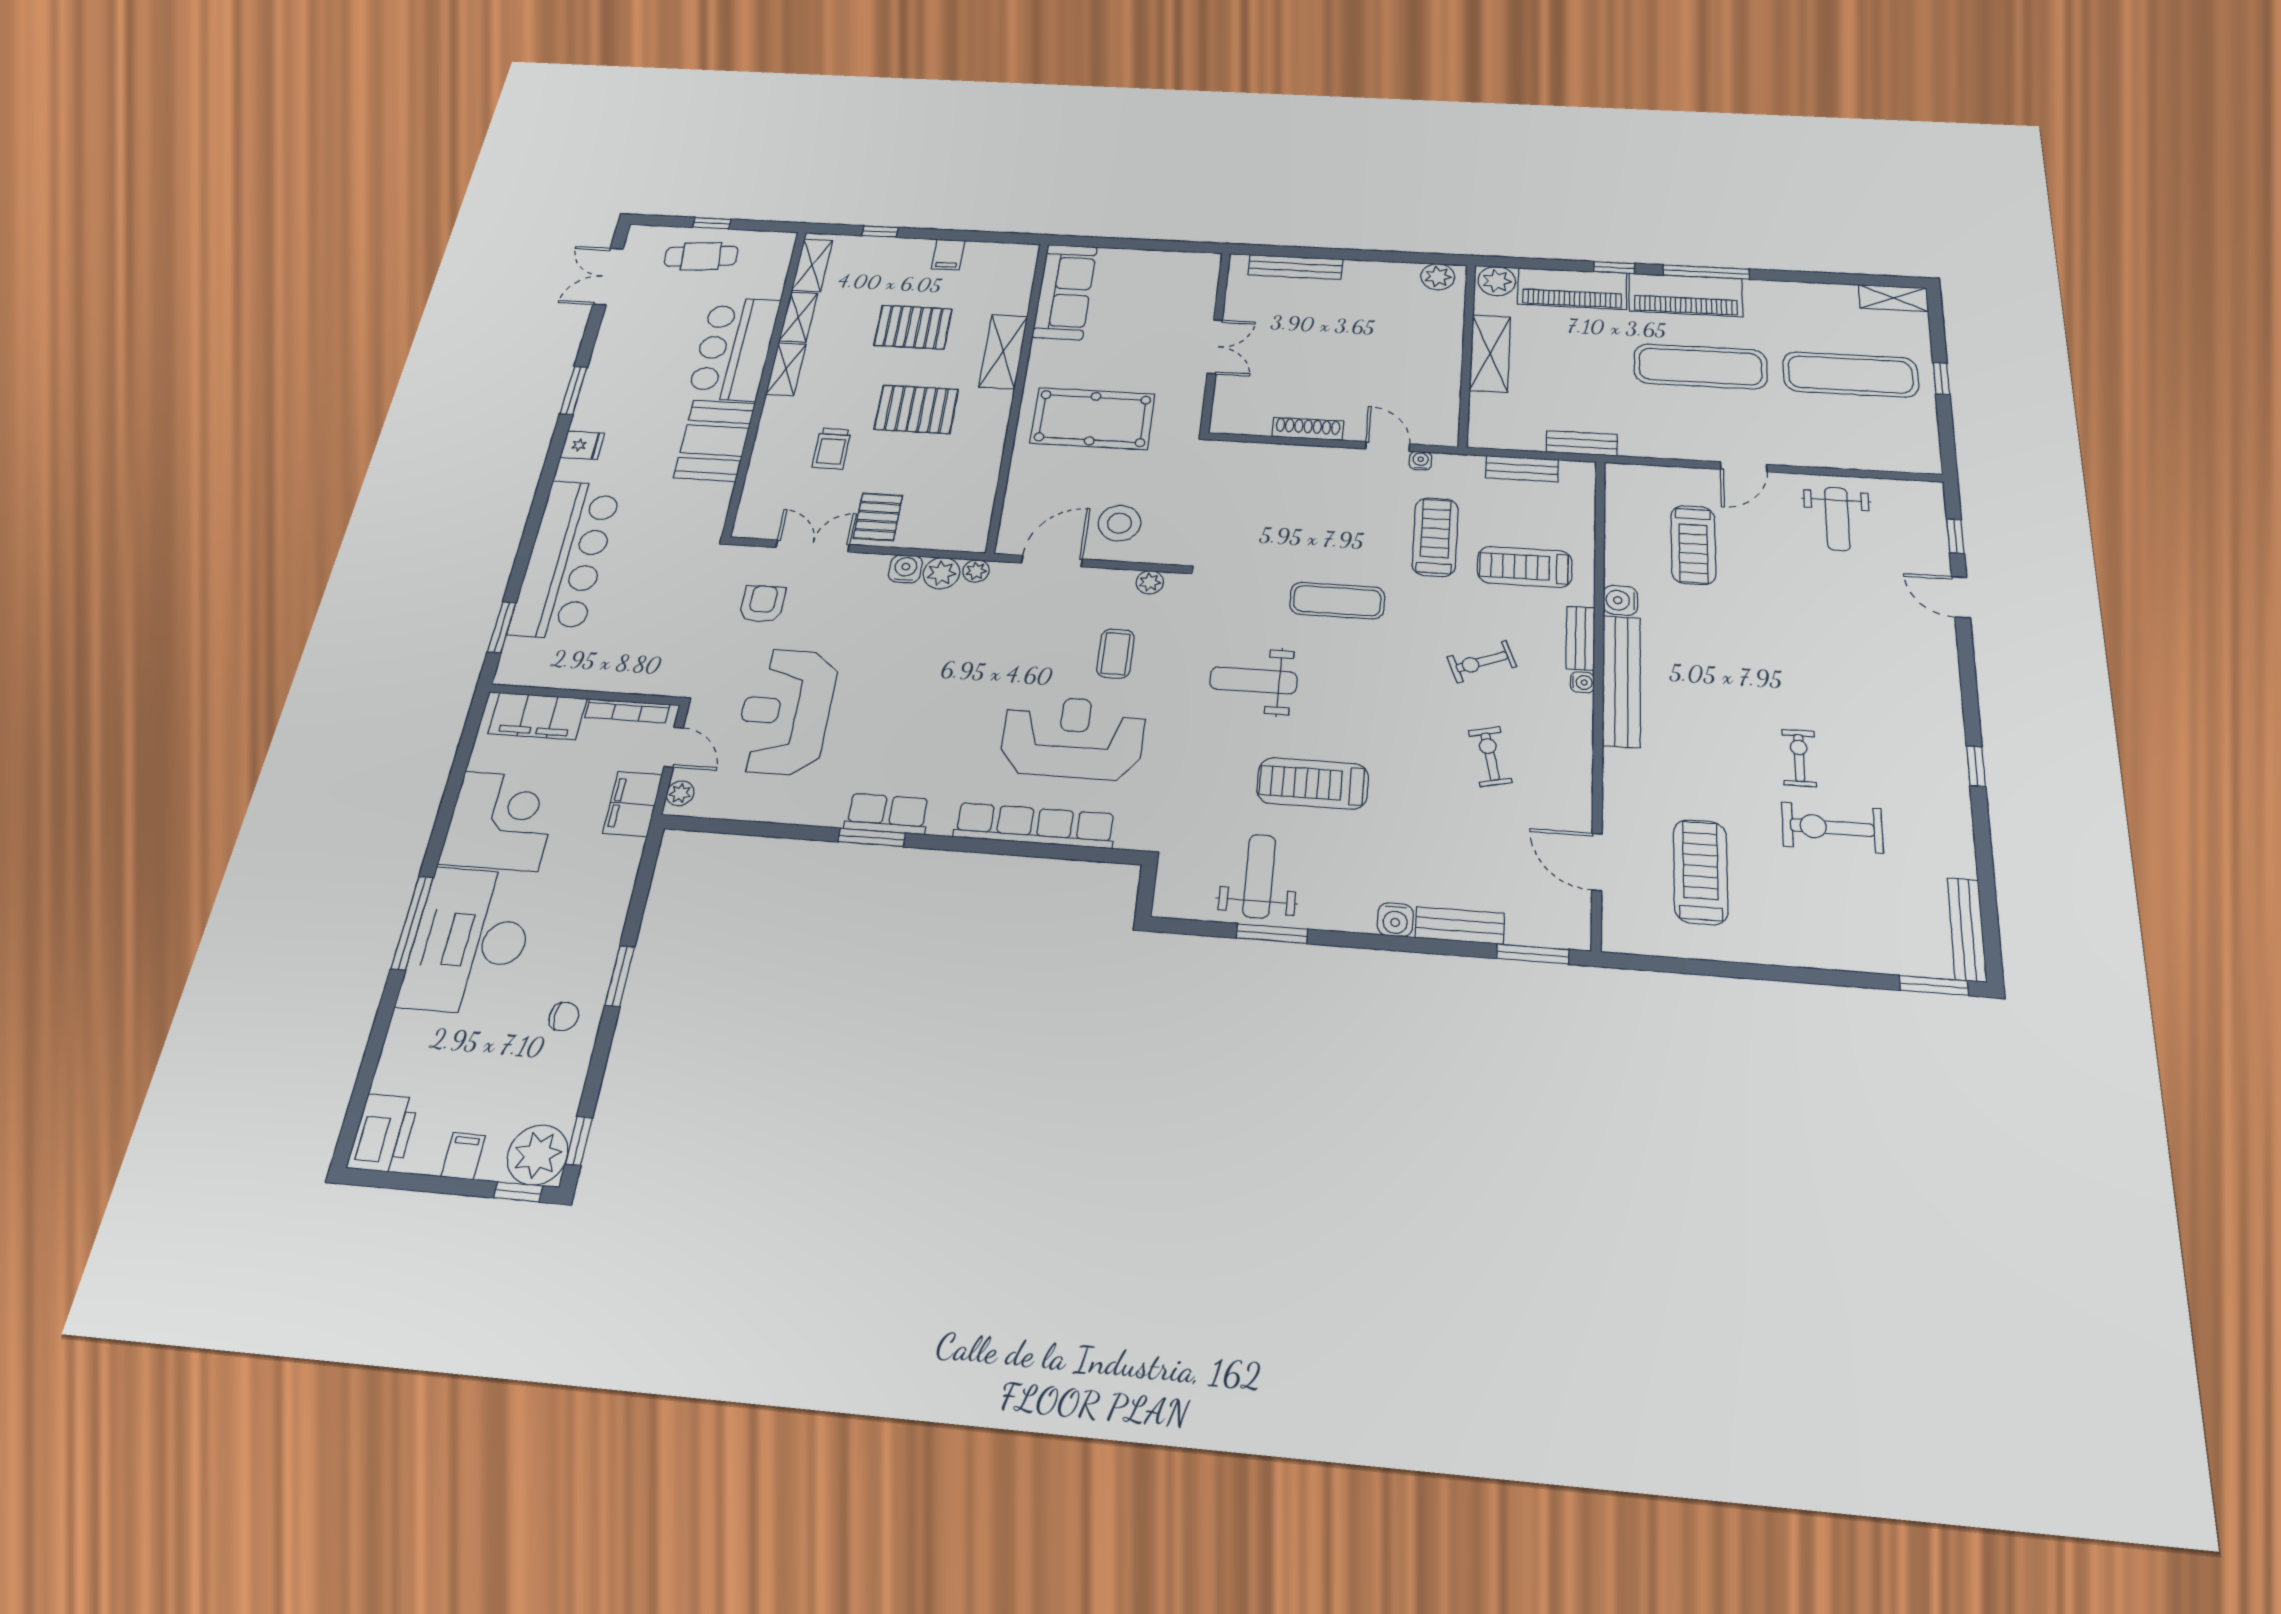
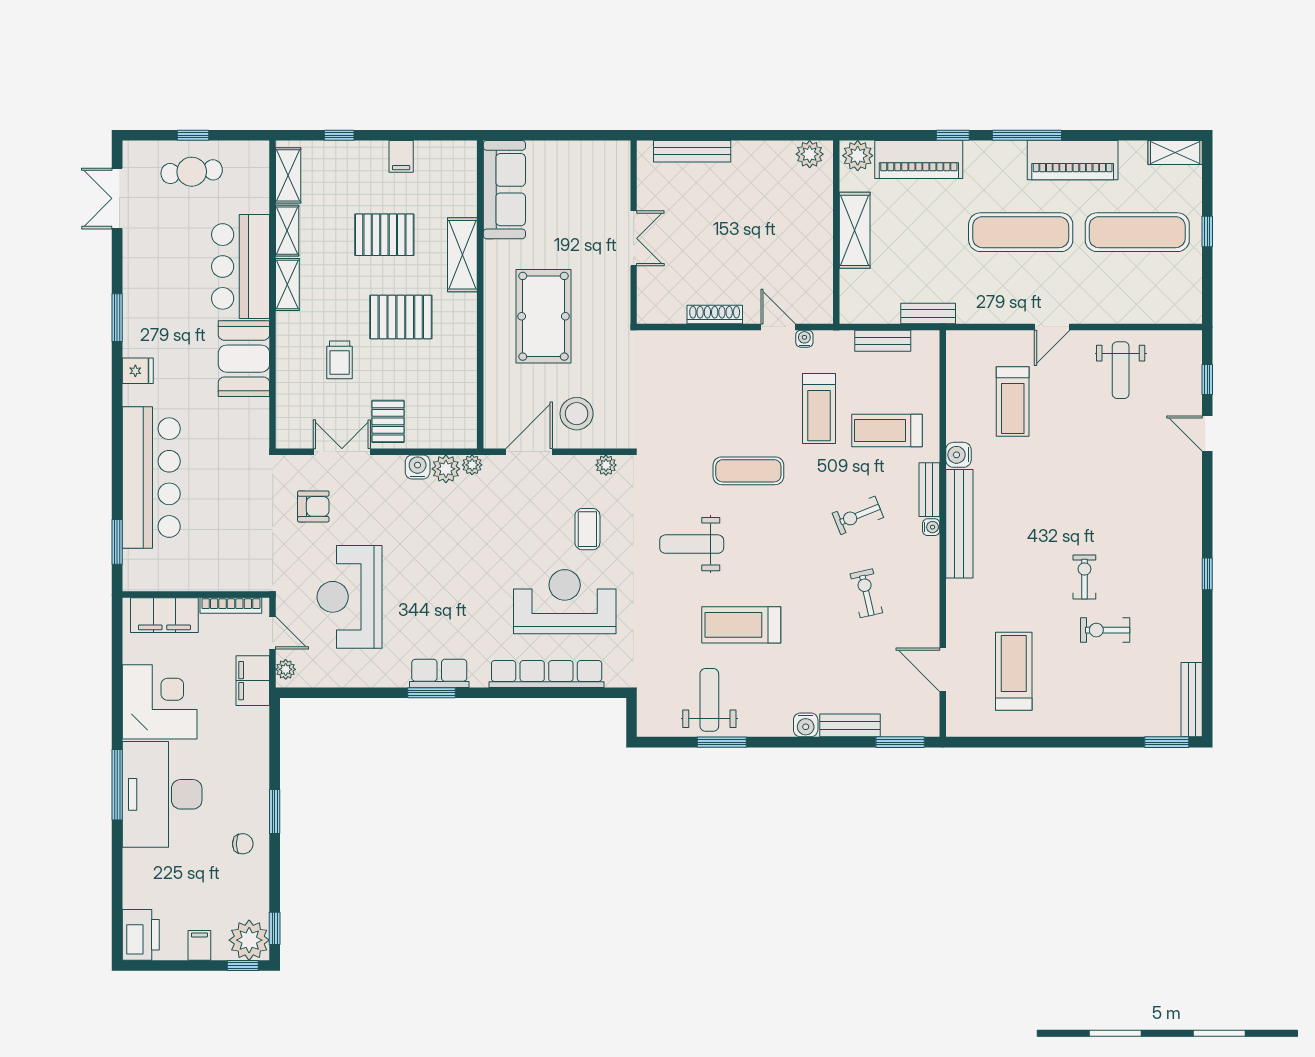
piano: (1686, 295) -> (1073, 160), moved
pool table: (1093, 419) -> (543, 316), turned 90
treadmill: (1435, 537) -> (819, 409), turned 180
armchair: (762, 604) -> (313, 506), turned 90
exercise bike: (1832, 828) -> (1105, 630), width x0.73, depth x0.72

